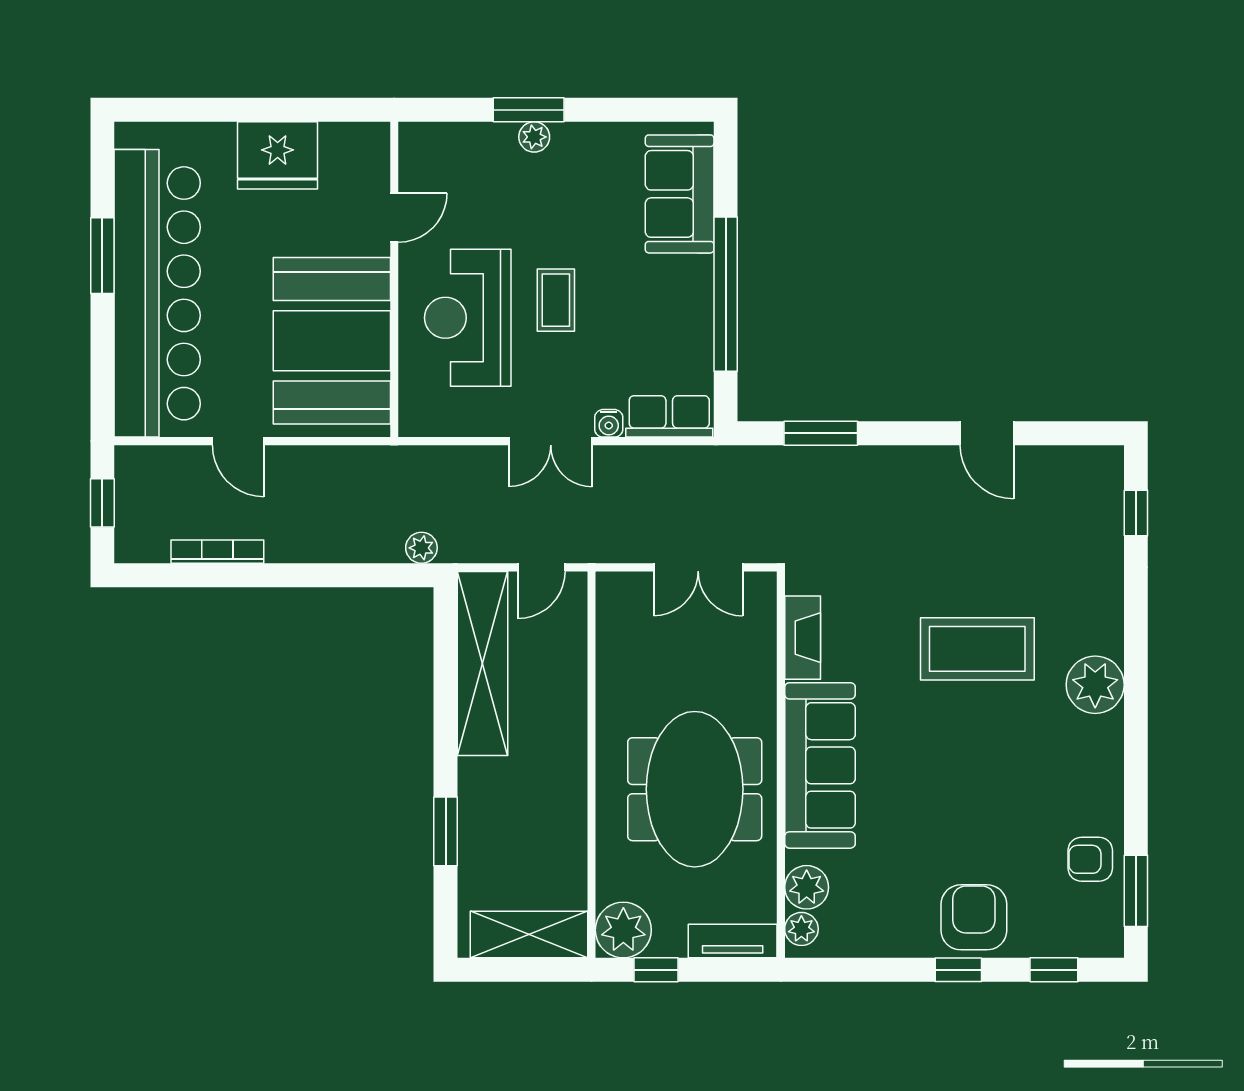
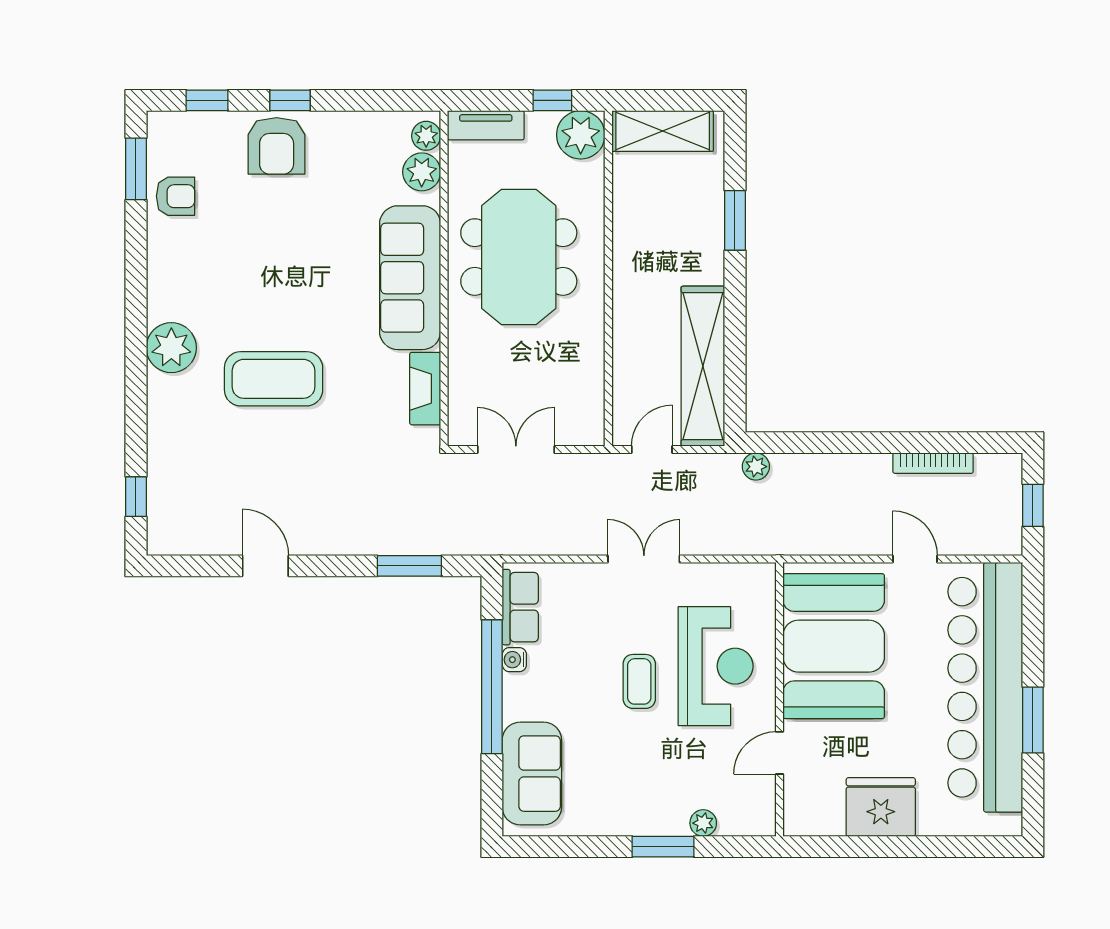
plant: (534, 137) -> (703, 823), moved
row of seats: (669, 416) -> (520, 607), moved, turned -90
water cooler: (609, 423) -> (514, 660), moved, turned -90

